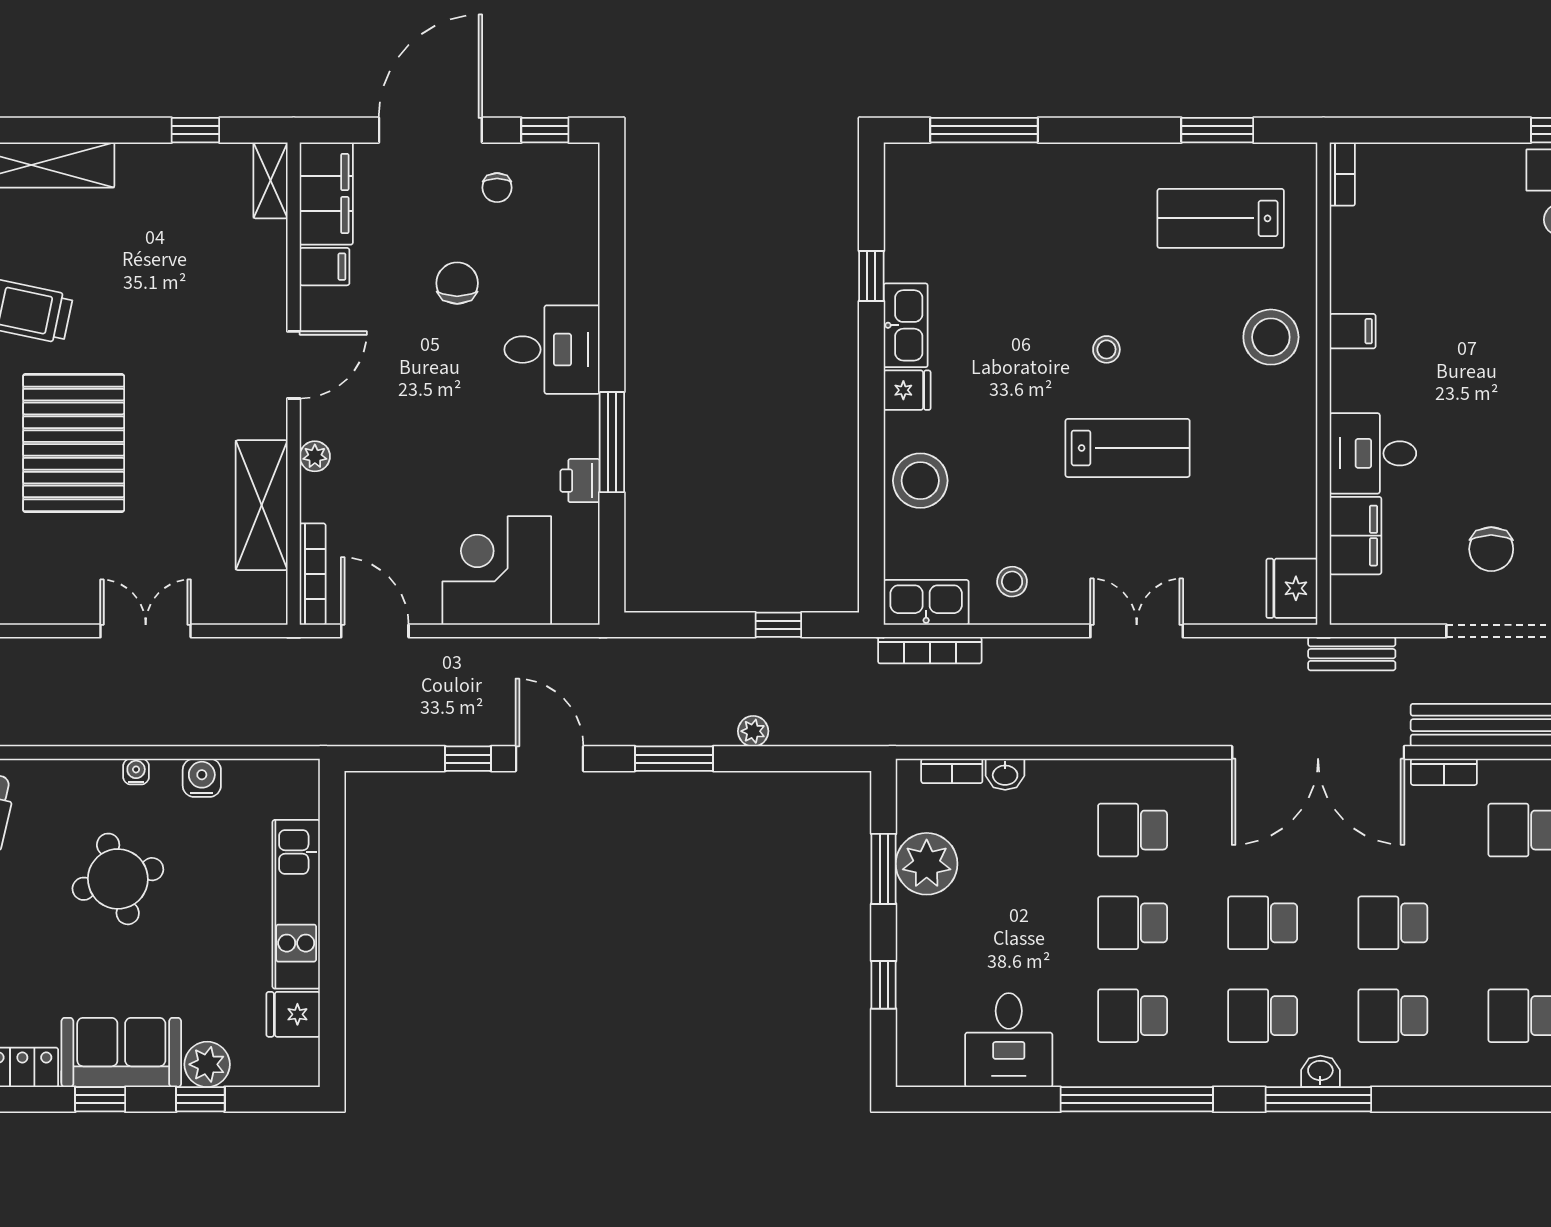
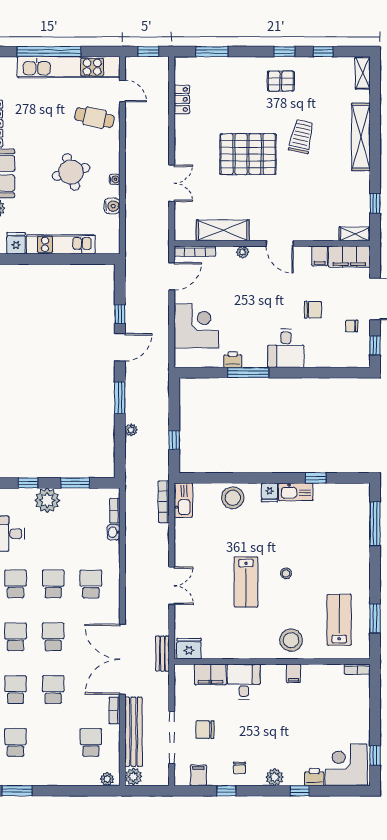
stool: (1012, 582) -> (192, 535), removed
bench: (1352, 654) -> (162, 654), moved
plant: (927, 864) -> (47, 500), moved

